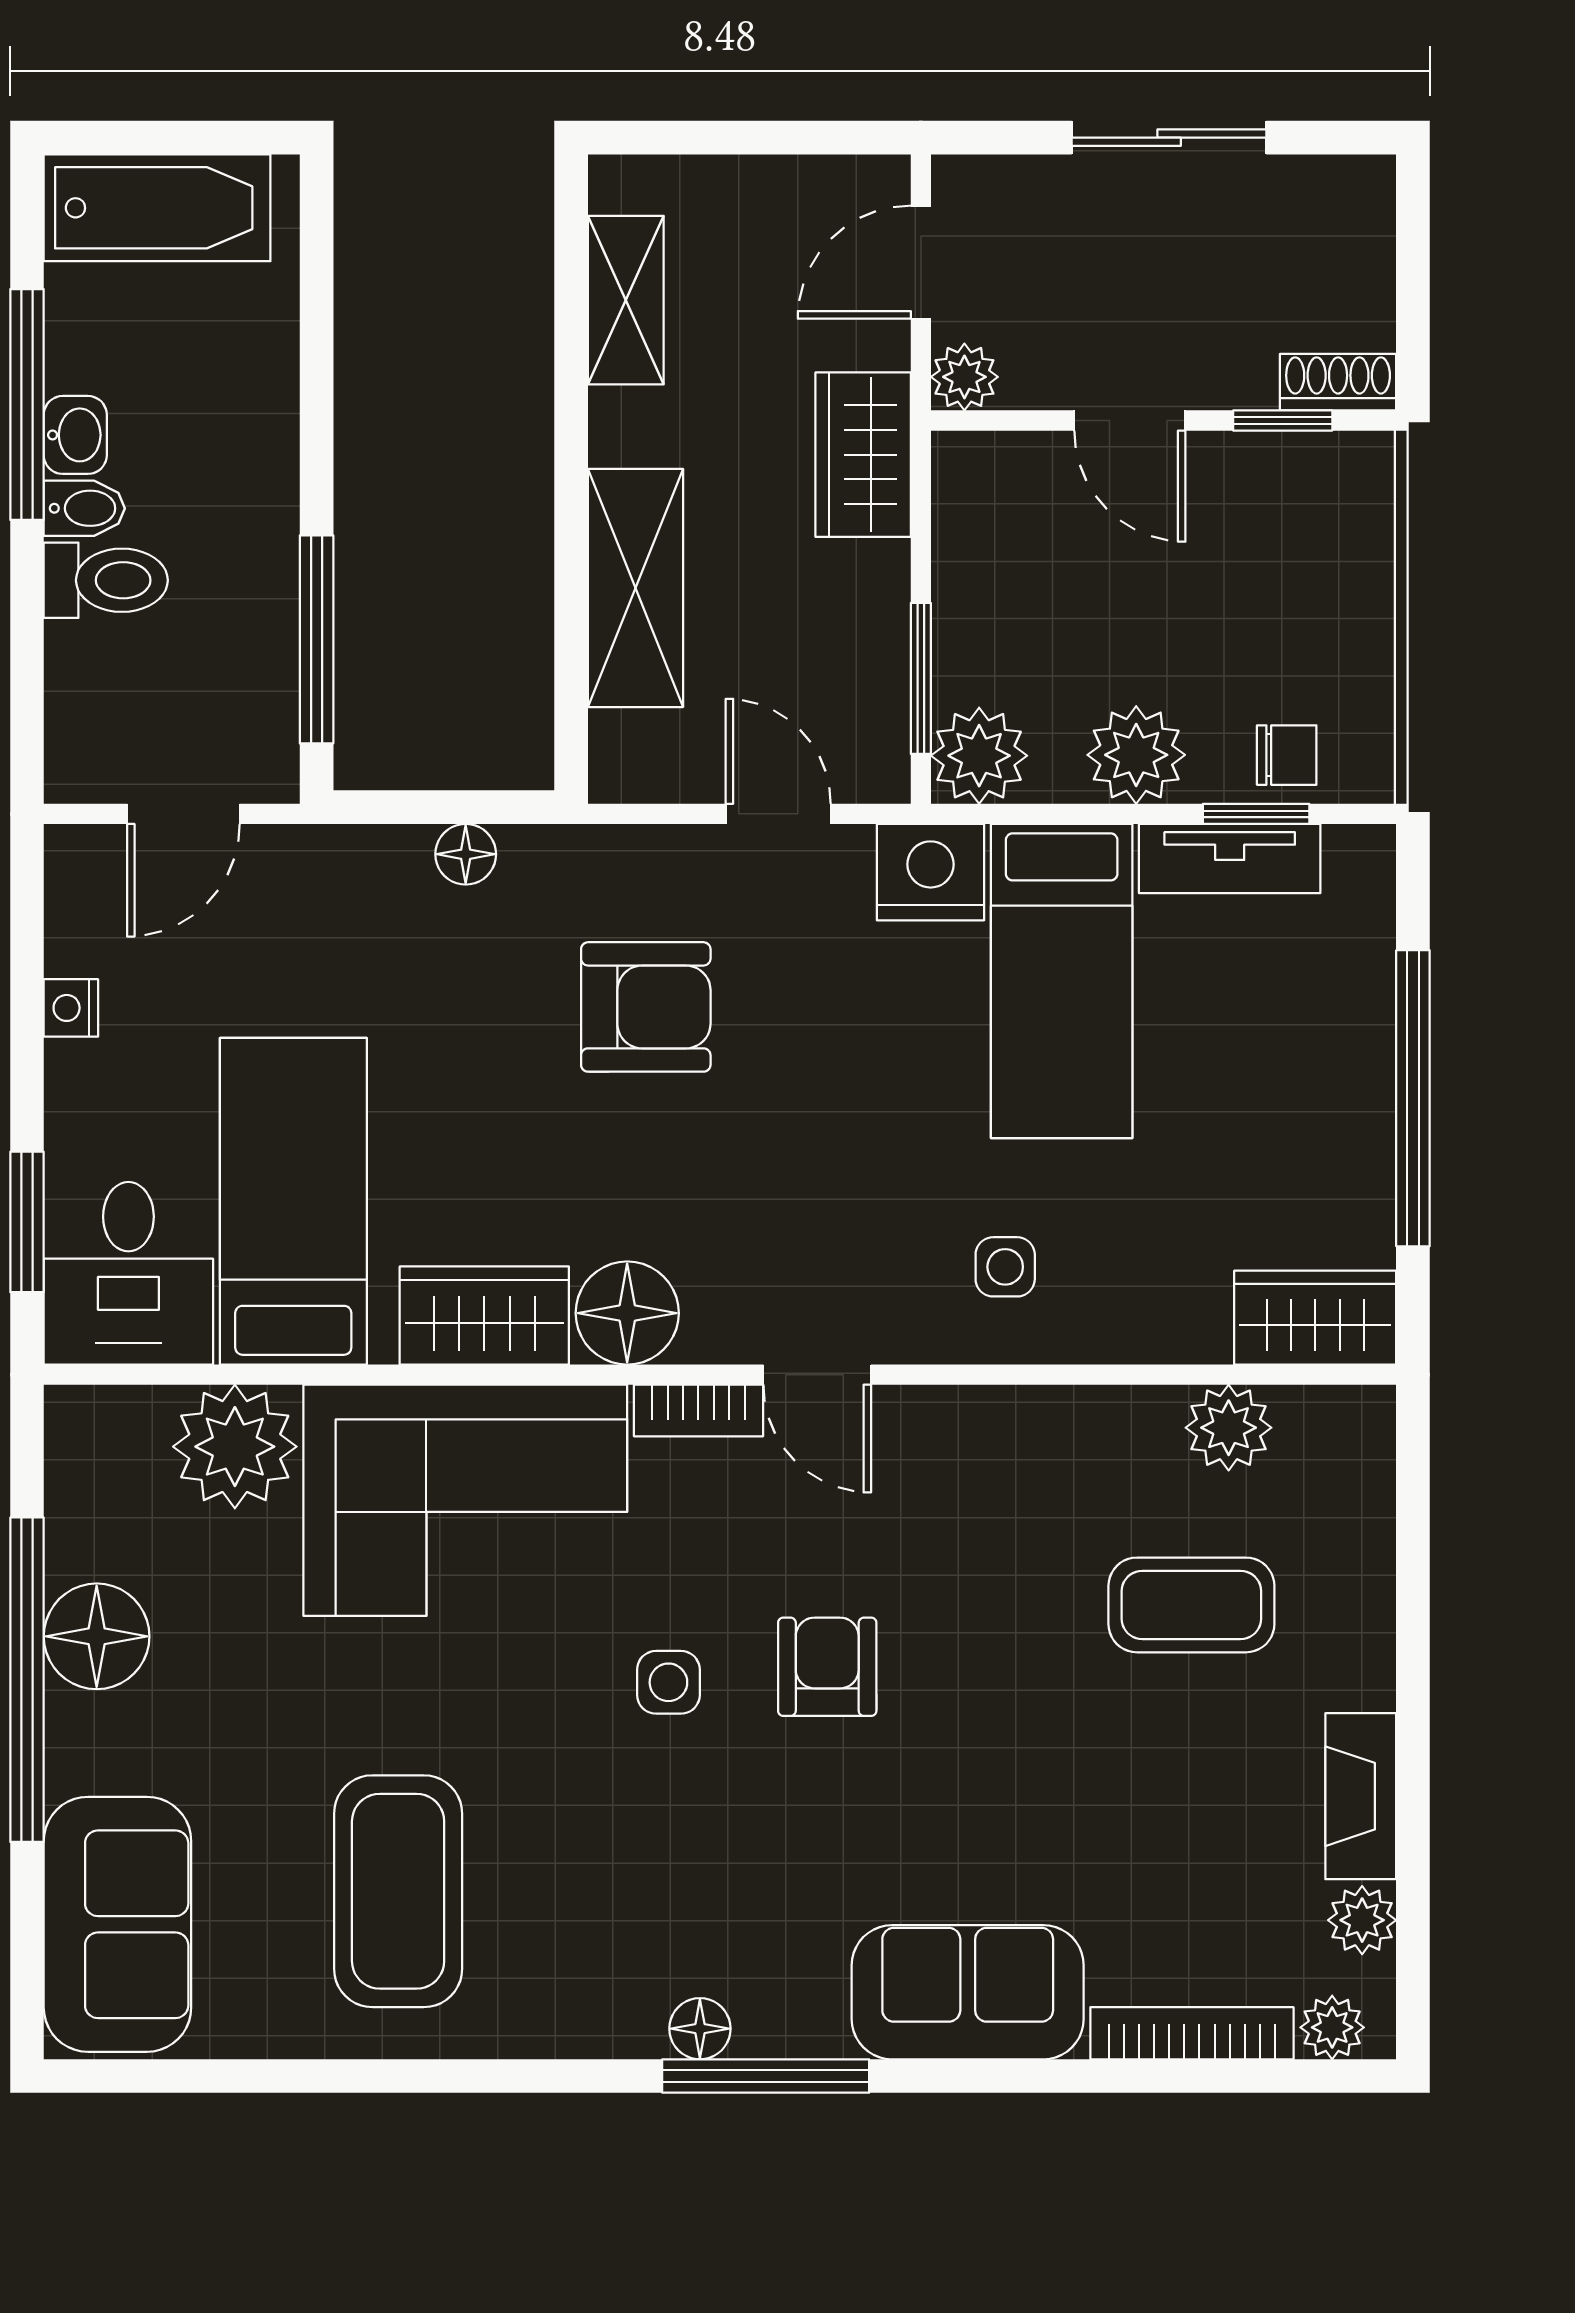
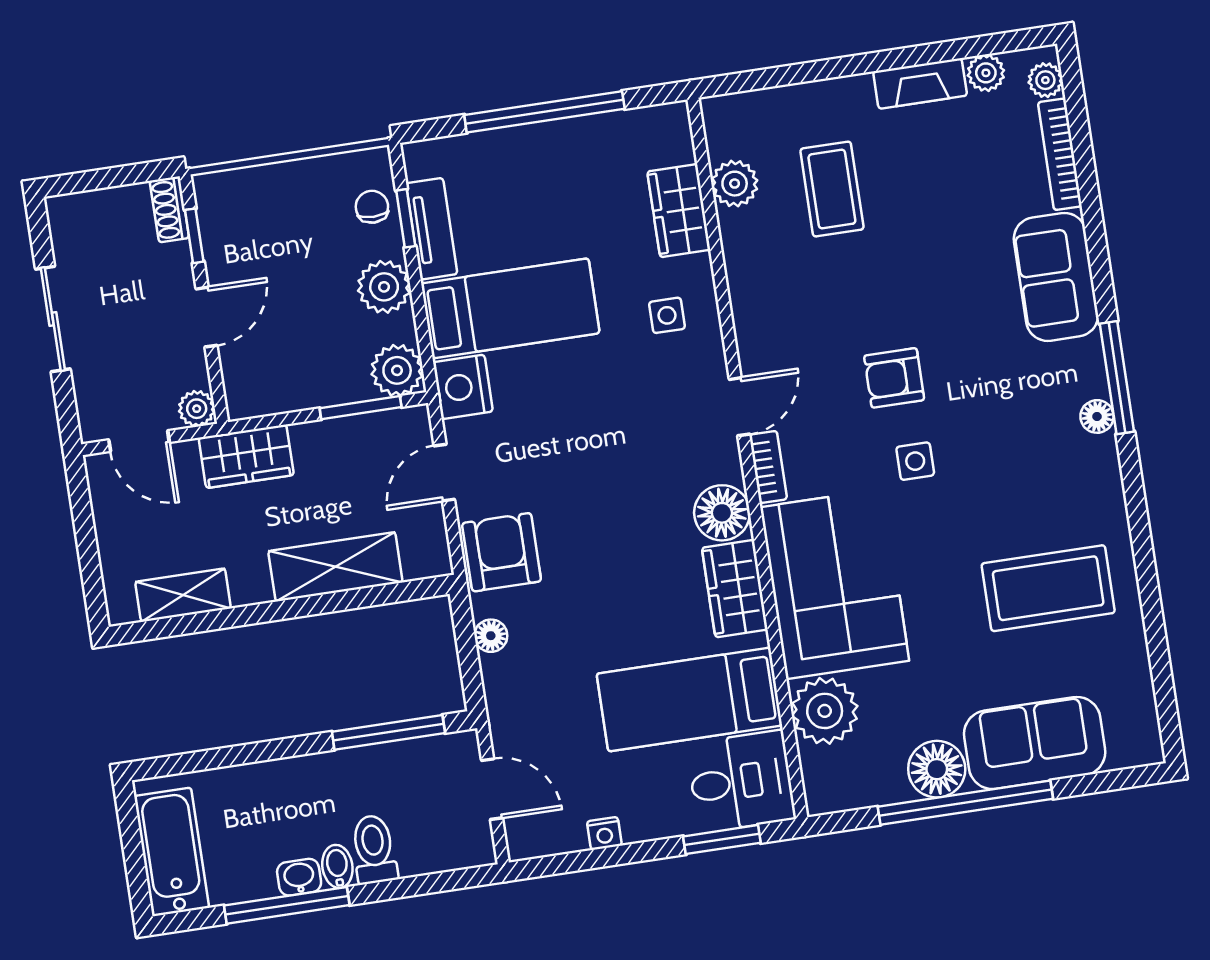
armchair: (646, 1007) -> (502, 552), moved
wardrobe: (1315, 1318) -> (679, 211), moved
sofa: (117, 1924) -> (1035, 743), moved

